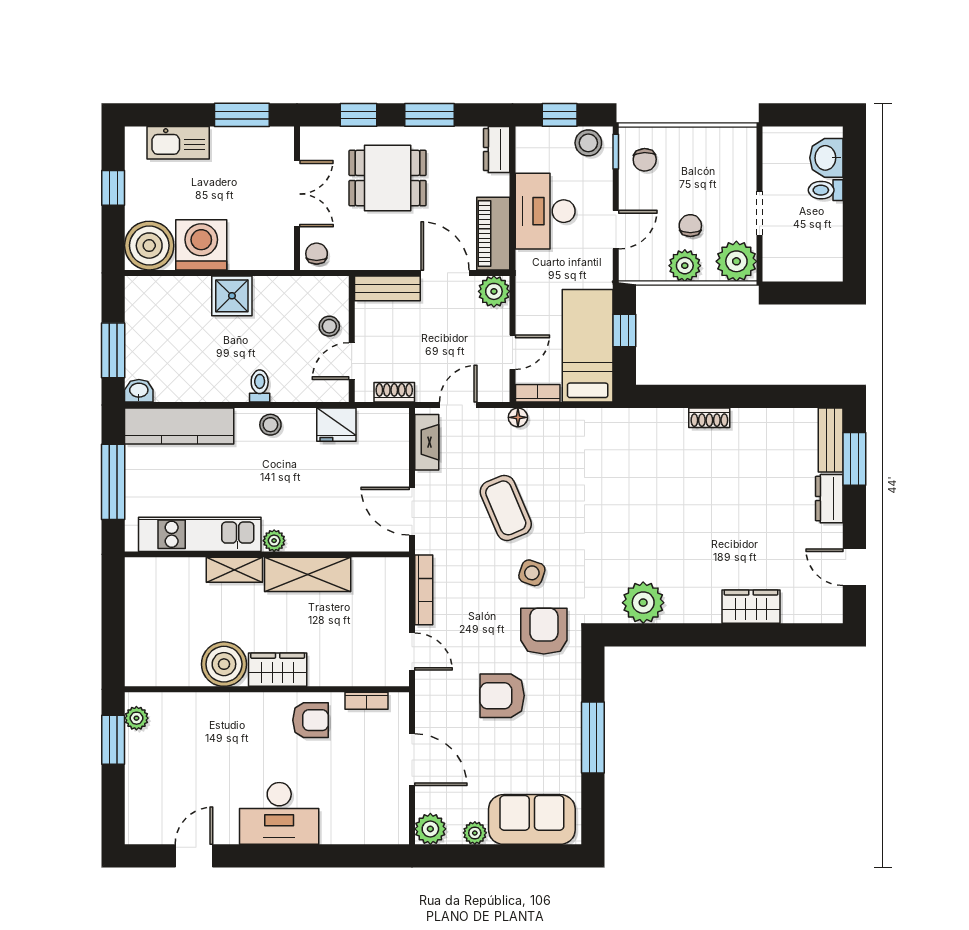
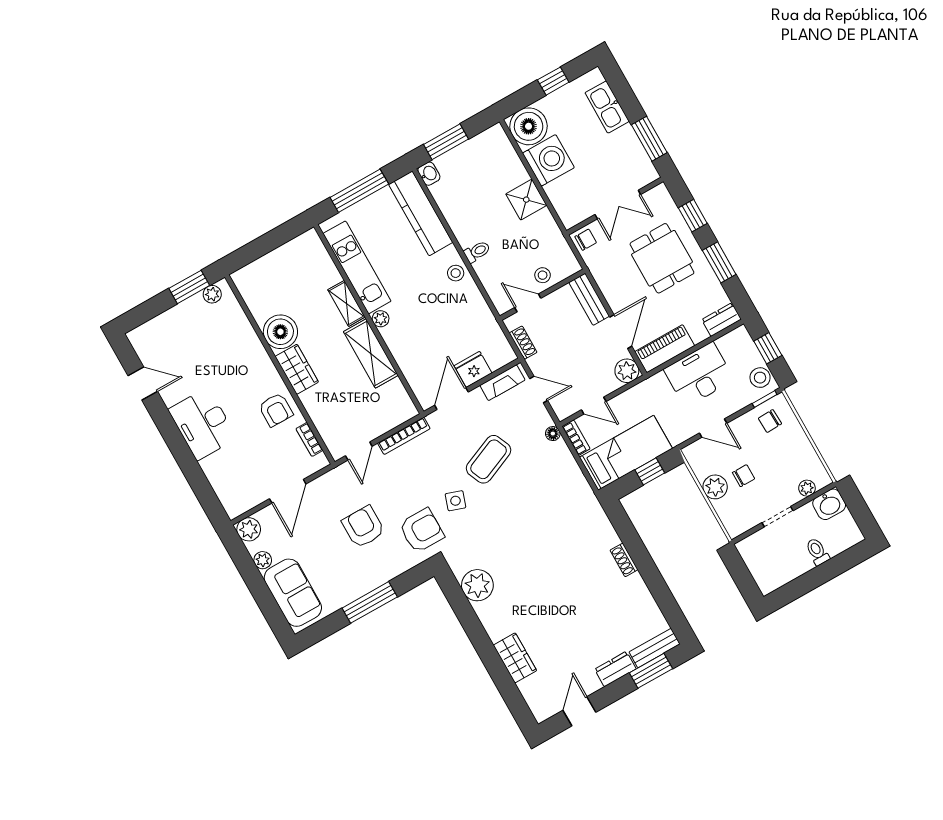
washbasin: (826, 158) -> (829, 504), moved, turned 180
plant: (736, 261) -> (807, 488), moved, width x0.53, depth x0.53
fridge: (336, 425) -> (473, 369), moved, turned 90

